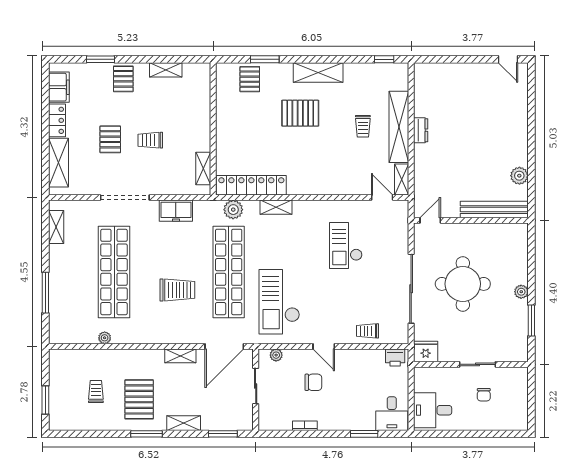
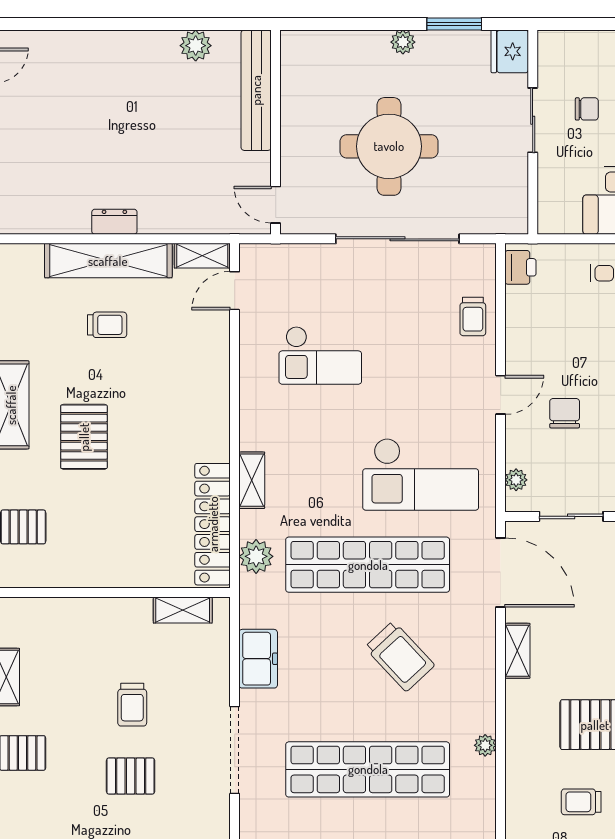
trolley: (177, 290) -> (400, 656), turned 137
plant: (105, 338) -> (485, 745), moved
fridge: (426, 352) -> (510, 51), moved

